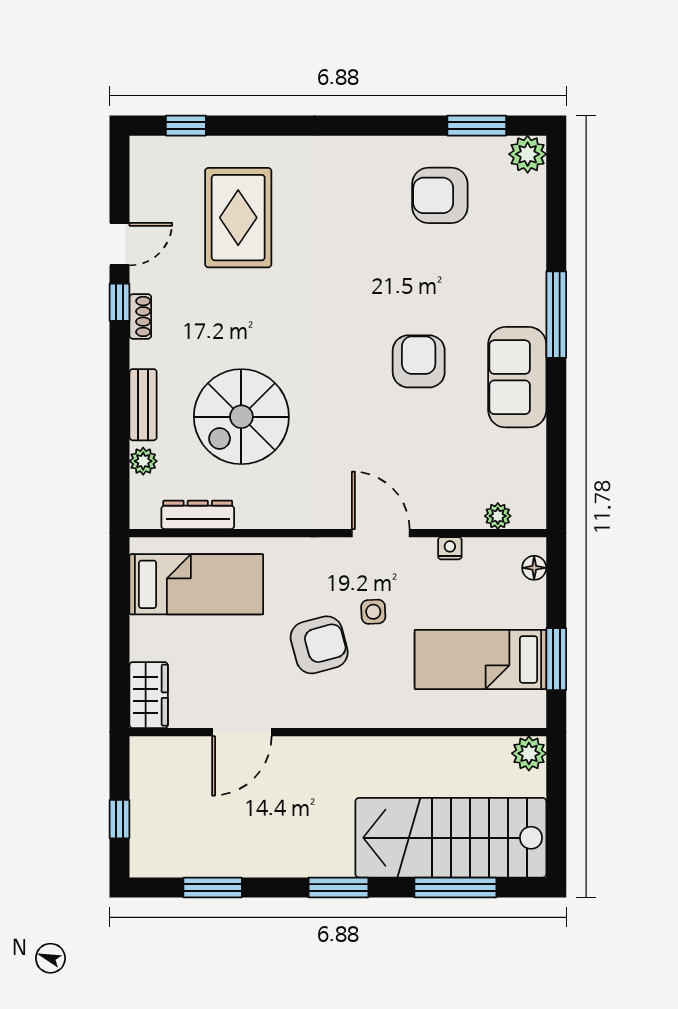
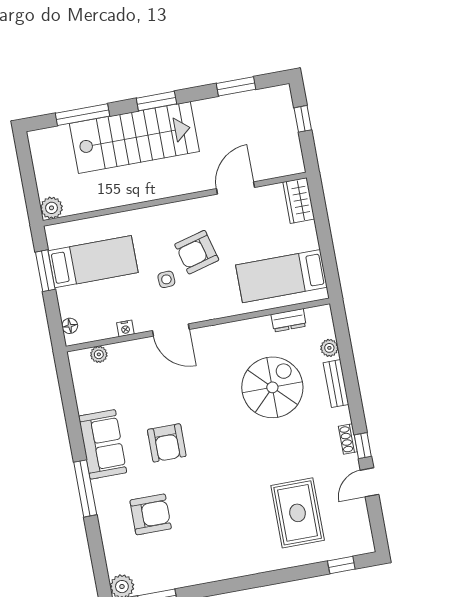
armchair: (440, 195) -> (151, 514), moved
dresser: (198, 515) -> (289, 320), width x0.70
stairs: (451, 838) -> (134, 138), moved

